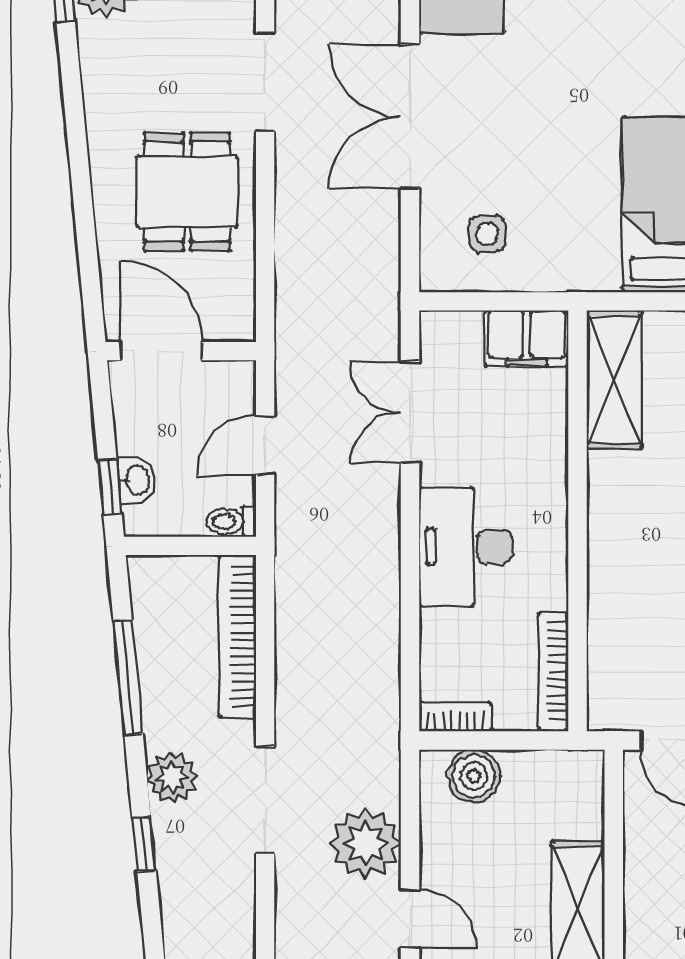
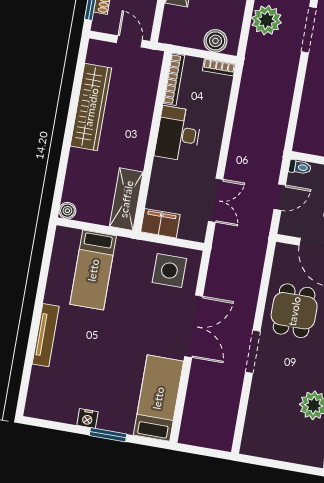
side table: (487, 234) -> (169, 271), width x1.87, depth x1.87
desk: (466, 547) -> (178, 134), moved, turned 180
bookcase: (238, 636) -> (306, 118), removed
doorway: (265, 800) -> (309, 30), moved

